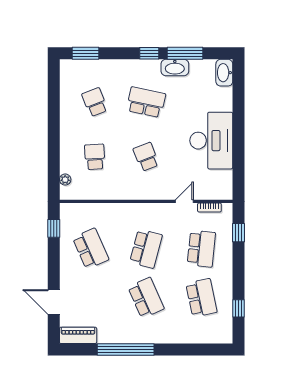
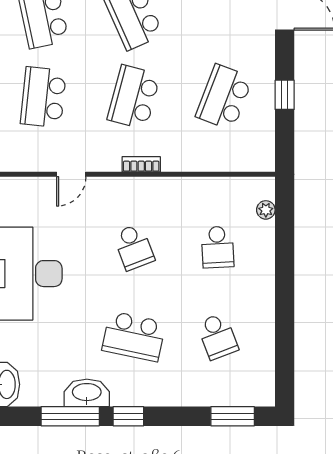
bookcase: (209, 207) -> (141, 164), moved
window: (54, 228) -> (285, 95), moved
school desk: (91, 249) -> (224, 97), turned 45

